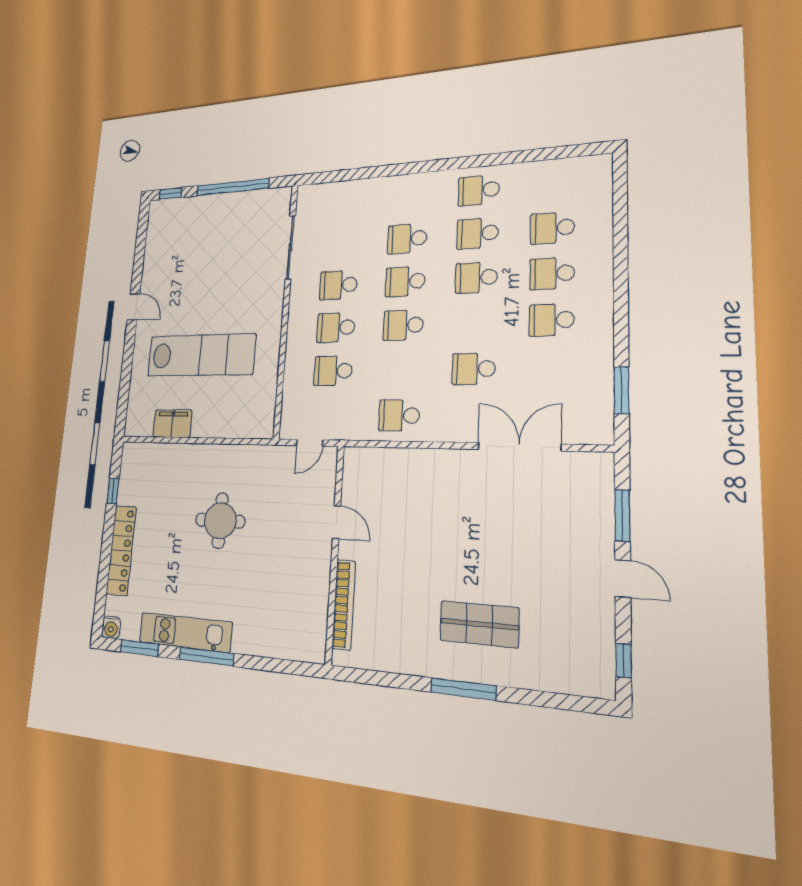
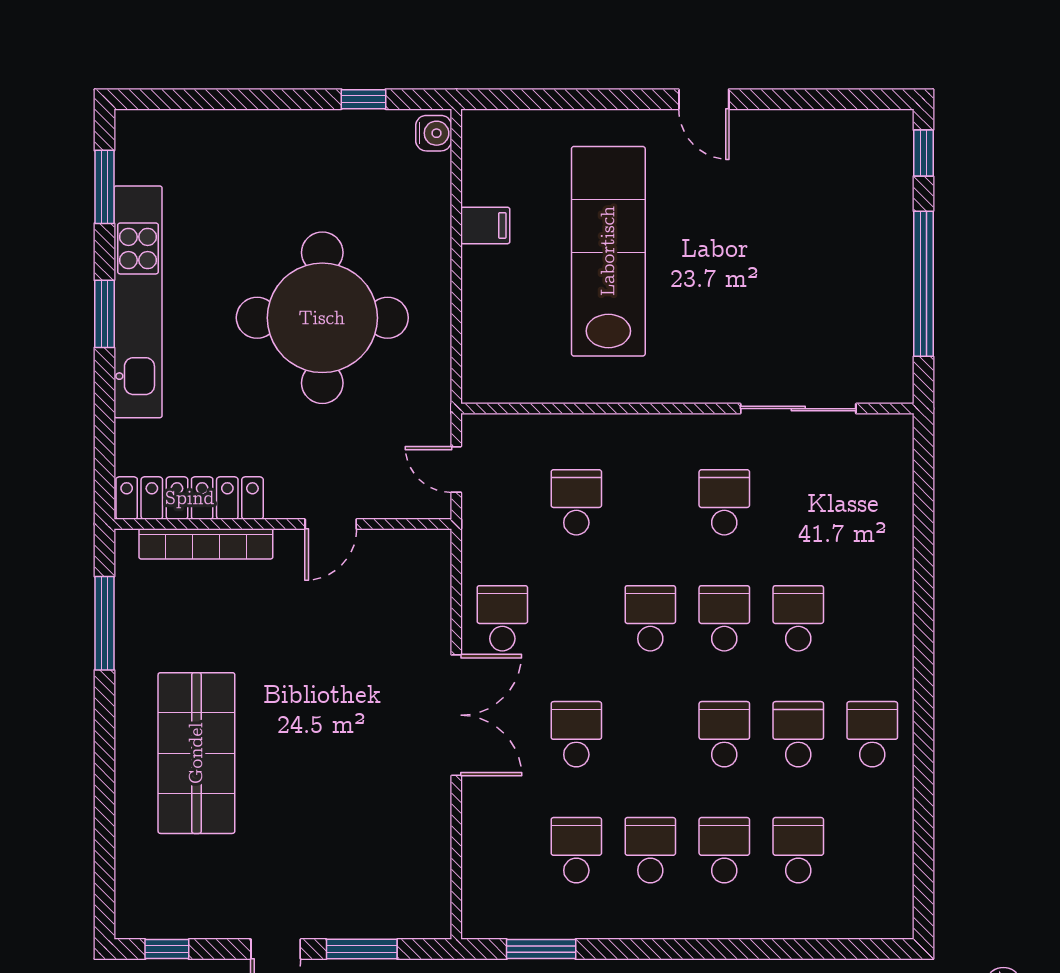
door: (134, 307) -> (704, 99), hinge flipped
school desk: (336, 327) -> (576, 850), moved
lab bench: (201, 355) -> (608, 251), turned 180
filing cabinet: (172, 424) -> (485, 225), width x0.50
double door: (519, 447) -> (456, 715), moved
round table: (220, 521) -> (322, 318), width x1.86, depth x1.86
locker: (121, 550) -> (190, 498), moved, turned 180
shop shelf: (479, 624) -> (196, 753), width x1.43, depth x1.36
water cooler: (111, 627) -> (434, 133), moved, turned 180
kitchen unit: (185, 632) -> (138, 302), width x1.36
window: (206, 656) -> (104, 314), width x0.69
window: (463, 689) -> (104, 623), moved

